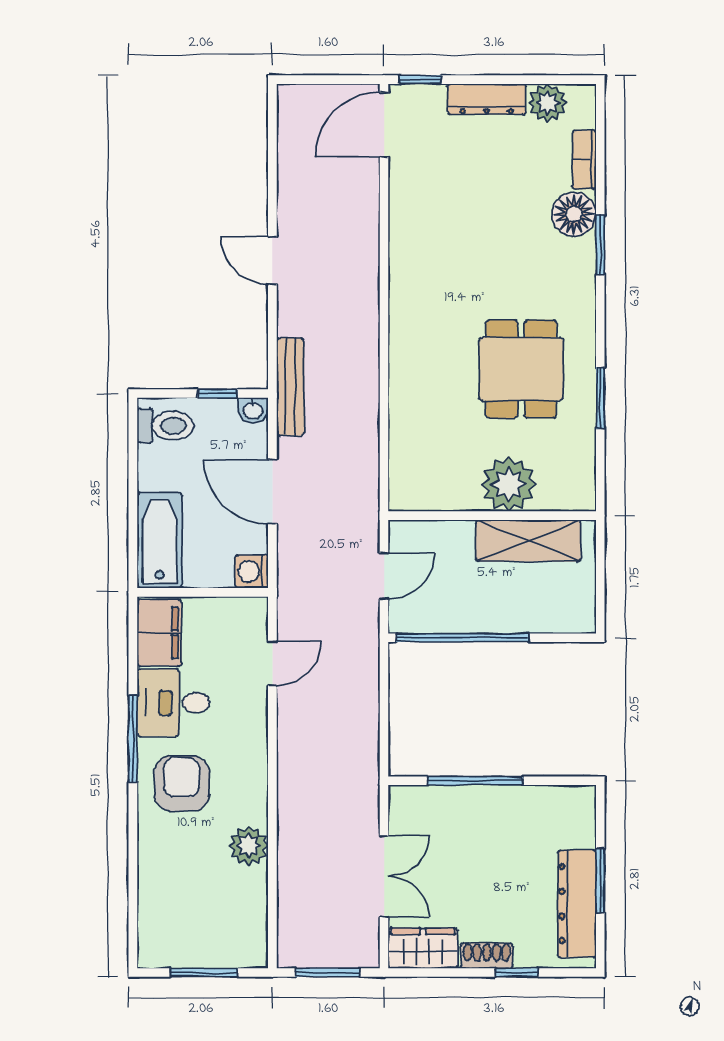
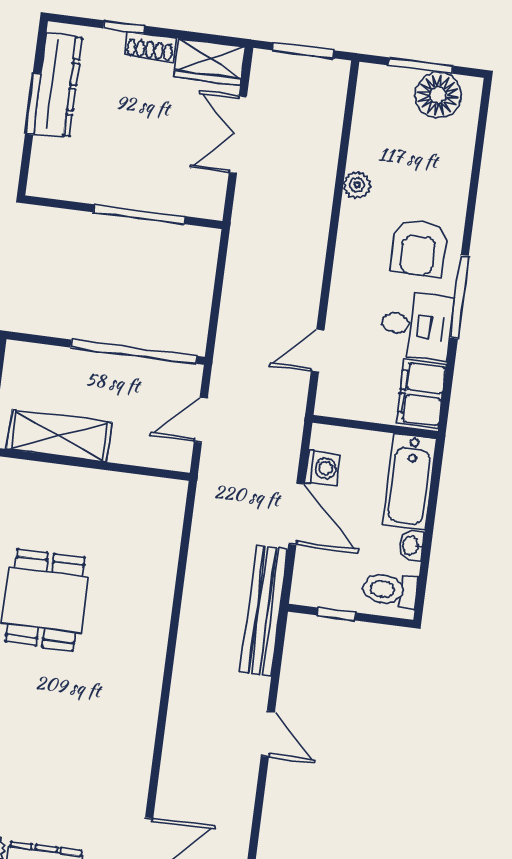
bench: (290, 387) -> (264, 611), width x1.37, depth x1.21
washbasin: (253, 410) -> (411, 545), moved, turned -90
plant: (509, 484) -> (71, 492), removed
washing machine: (252, 572) -> (322, 468), moved
plant: (249, 846) -> (357, 185), width x0.73, depth x0.73
floor lamp: (182, 944) -> (438, 95), added

